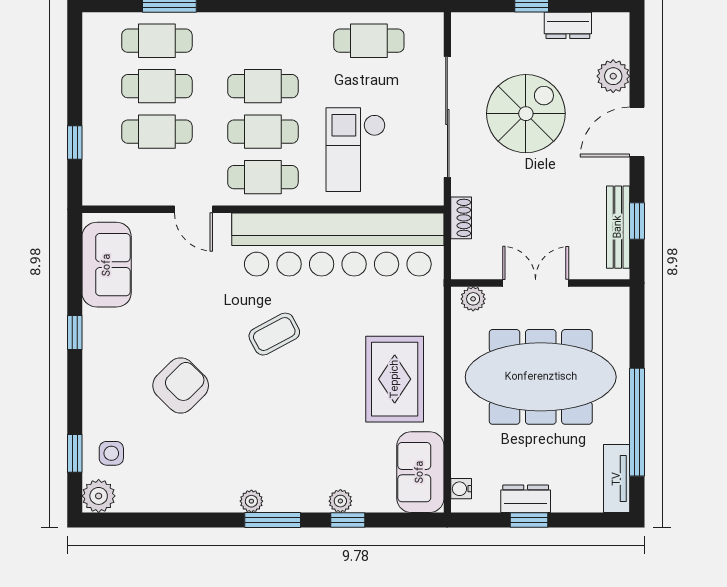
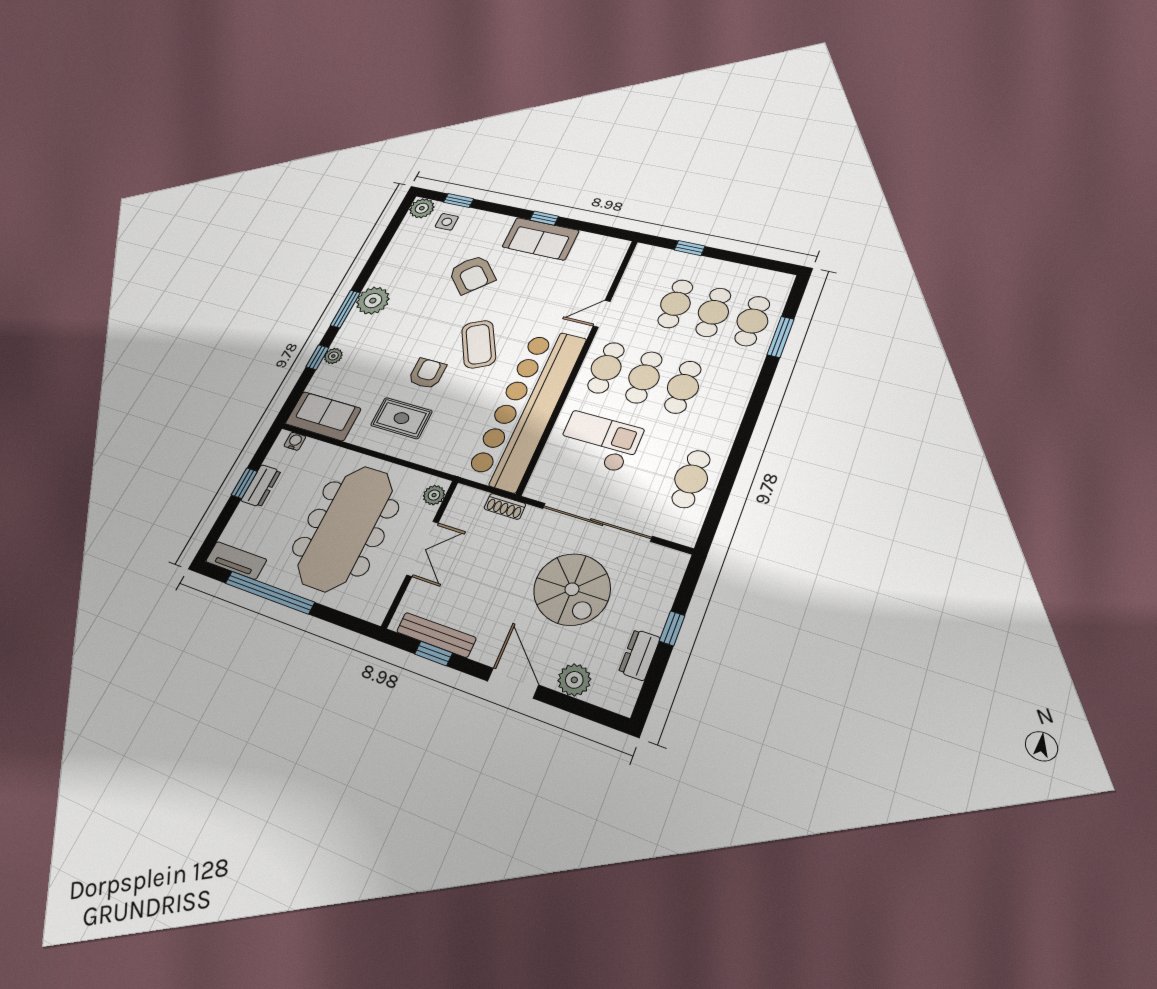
sofa: (107, 265) -> (541, 239), moved
coffee table: (274, 334) -> (479, 344), width x1.36, depth x1.30
armchair: (330, 377) -> (427, 373), added
rug: (395, 379) -> (401, 418), width x0.73, depth x0.70
plant: (251, 501) -> (373, 301), width x1.87, depth x1.87

